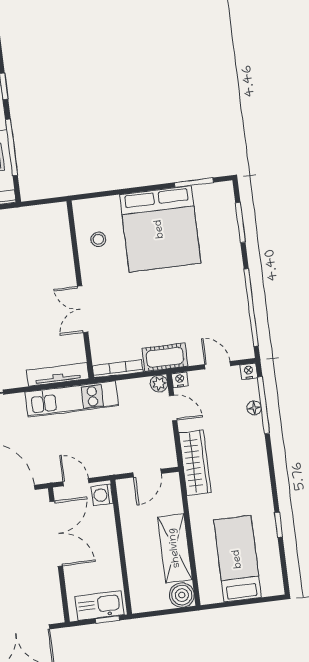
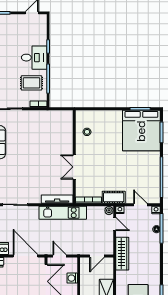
bed: (160, 229) -> (141, 131), moved
washing machine: (102, 495) -> (72, 278), moved

